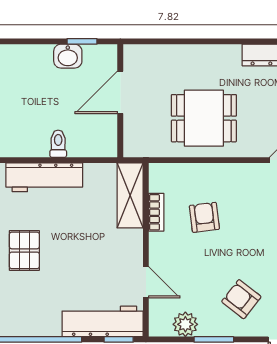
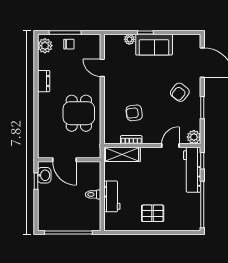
washbasin: (68, 56) -> (44, 175), moved
workbench: (44, 177) -> (112, 196), width x0.73
plant: (185, 324) -> (194, 137), moved

